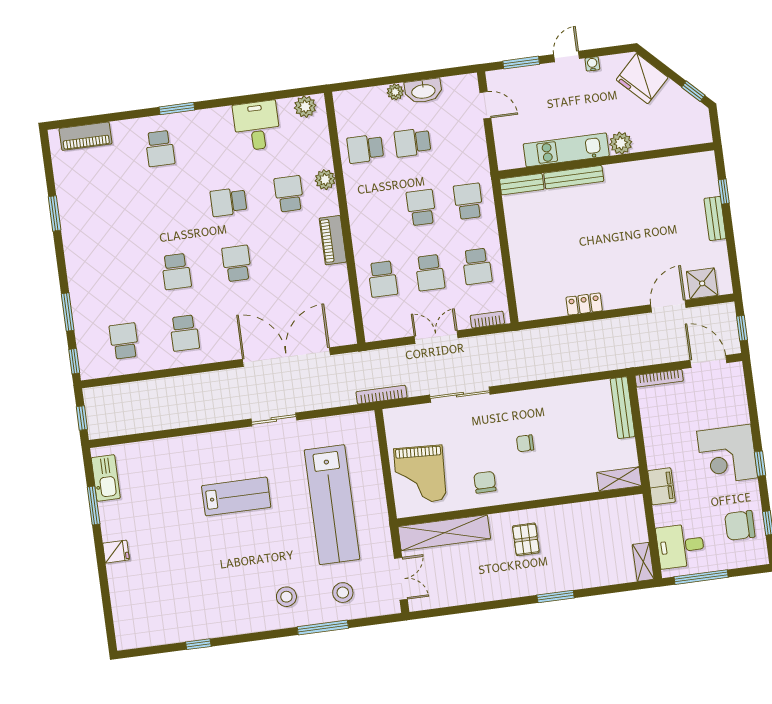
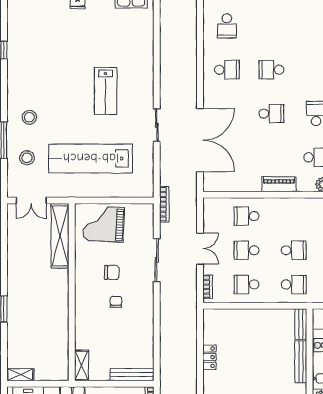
school desk: (184, 333) -> (227, 70), turned 180
school desk: (124, 341) -> (227, 26), turned 90
chair: (485, 482) -> (112, 272), moved
pallet: (526, 539) -> (47, 293), removed

